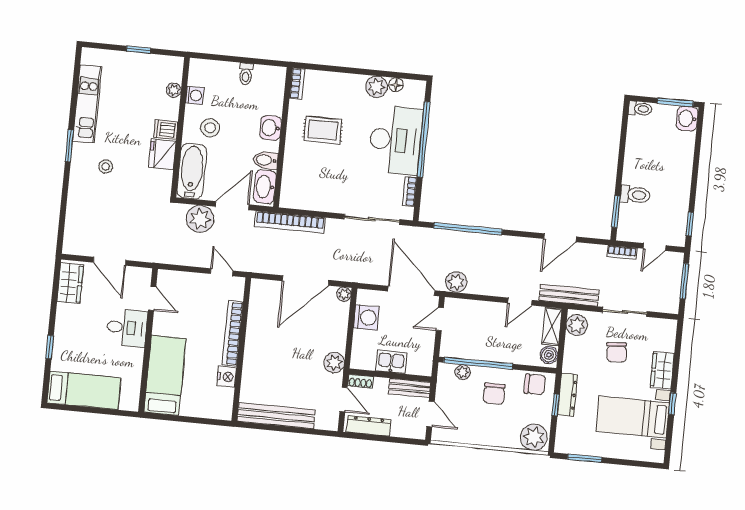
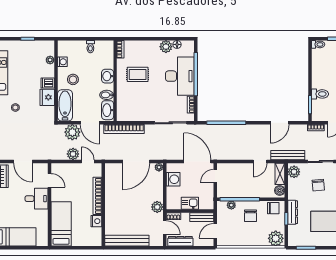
door: (232, 206) -> (90, 123), swing flipped
plant: (456, 282) -> (73, 154), moved
door: (431, 414) -> (215, 231), swing flipped

